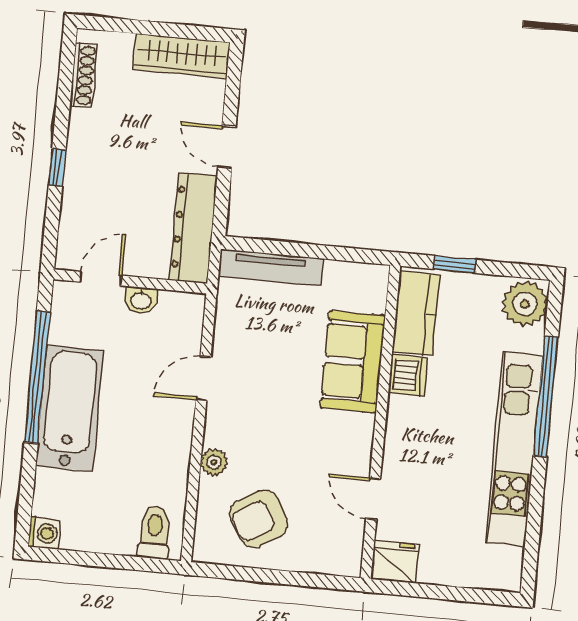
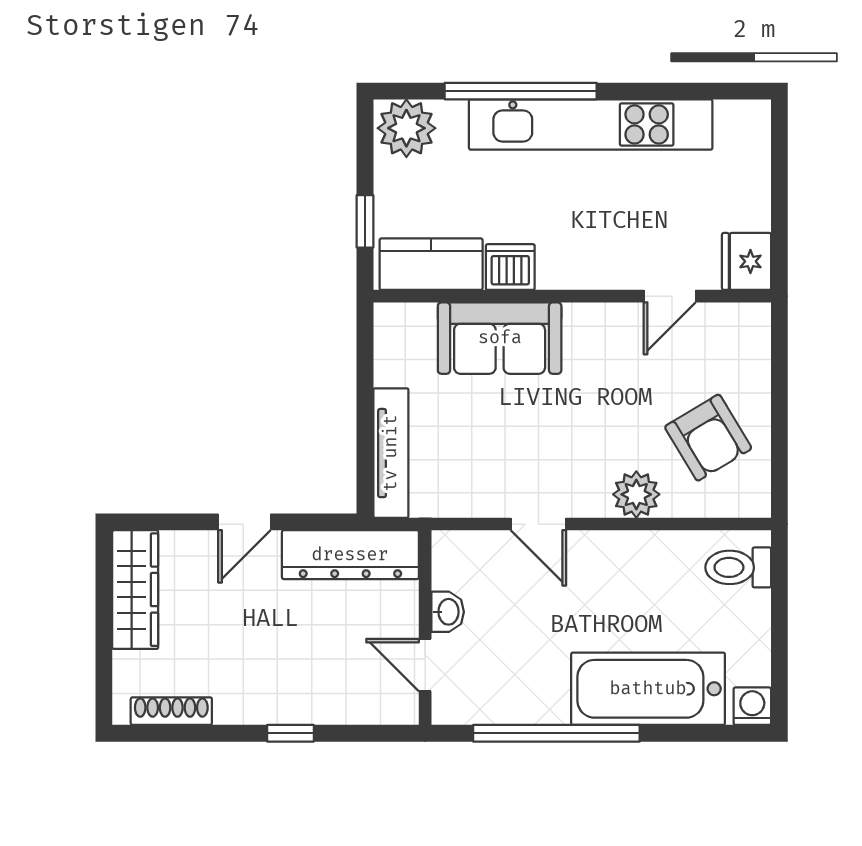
bathtub: (70, 408) -> (648, 689), moved
plant: (214, 462) -> (636, 494), width x1.38, depth x1.38

